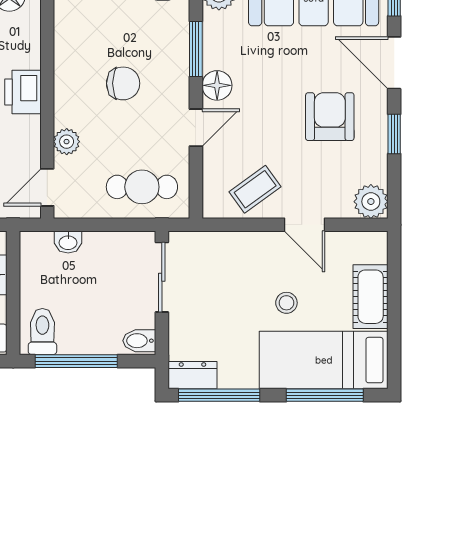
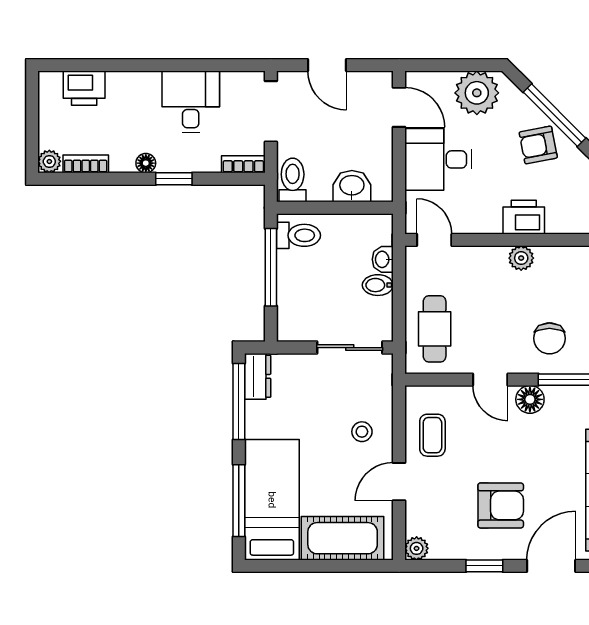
chair: (123, 83) -> (549, 338), moved
plant: (67, 142) -> (521, 258), moved
coffee table: (255, 189) -> (432, 435), turned 36
plant: (371, 202) -> (417, 548), width x0.73, depth x0.73
cot: (371, 297) -> (343, 538), width x1.37, depth x1.34
stool: (286, 303) -> (362, 432), moved
bidet: (139, 341) -> (378, 285), moved, turned -90

